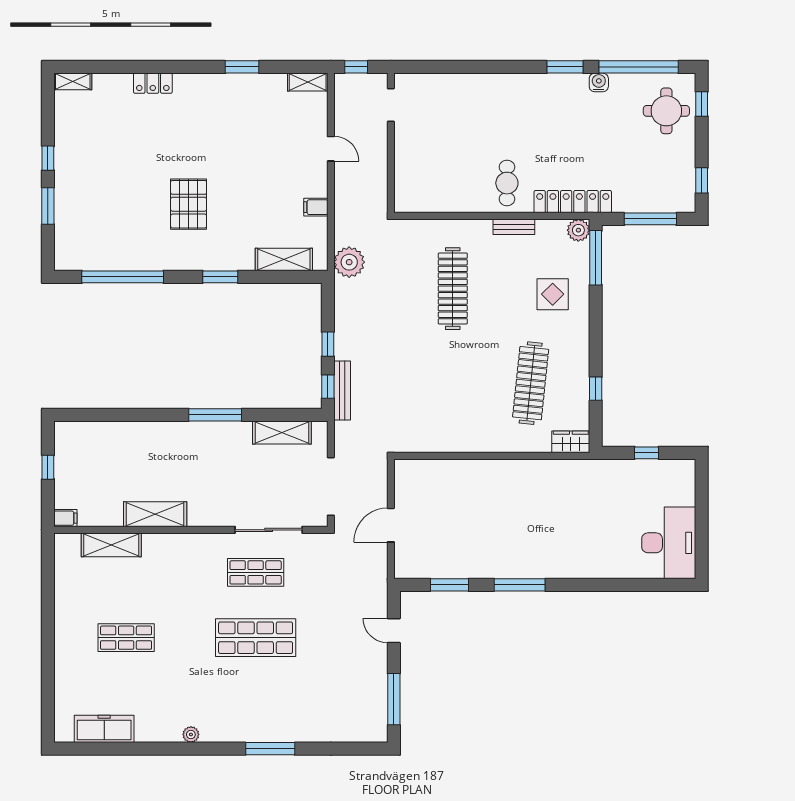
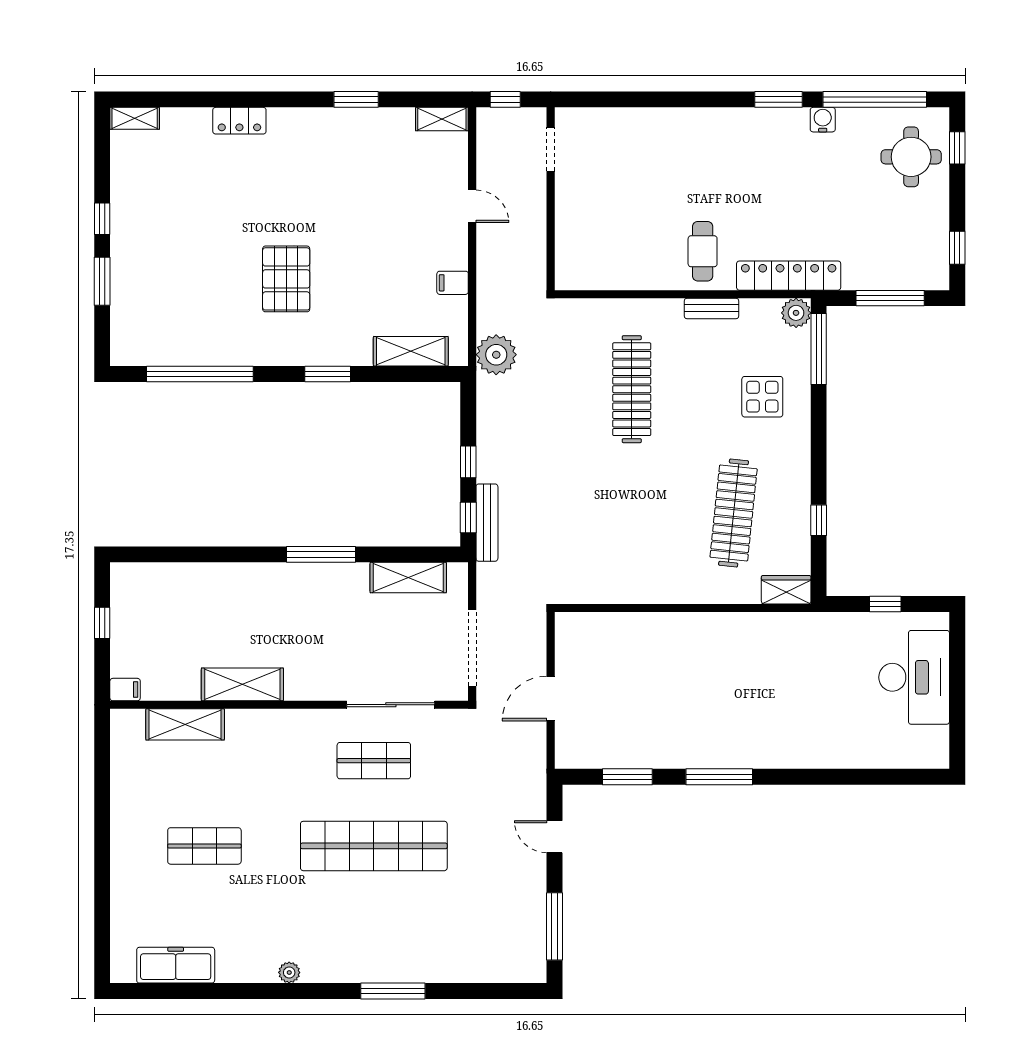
desk: (669, 543) -> (914, 677), moved
shop shelf: (256, 638) -> (374, 846), width x1.40

